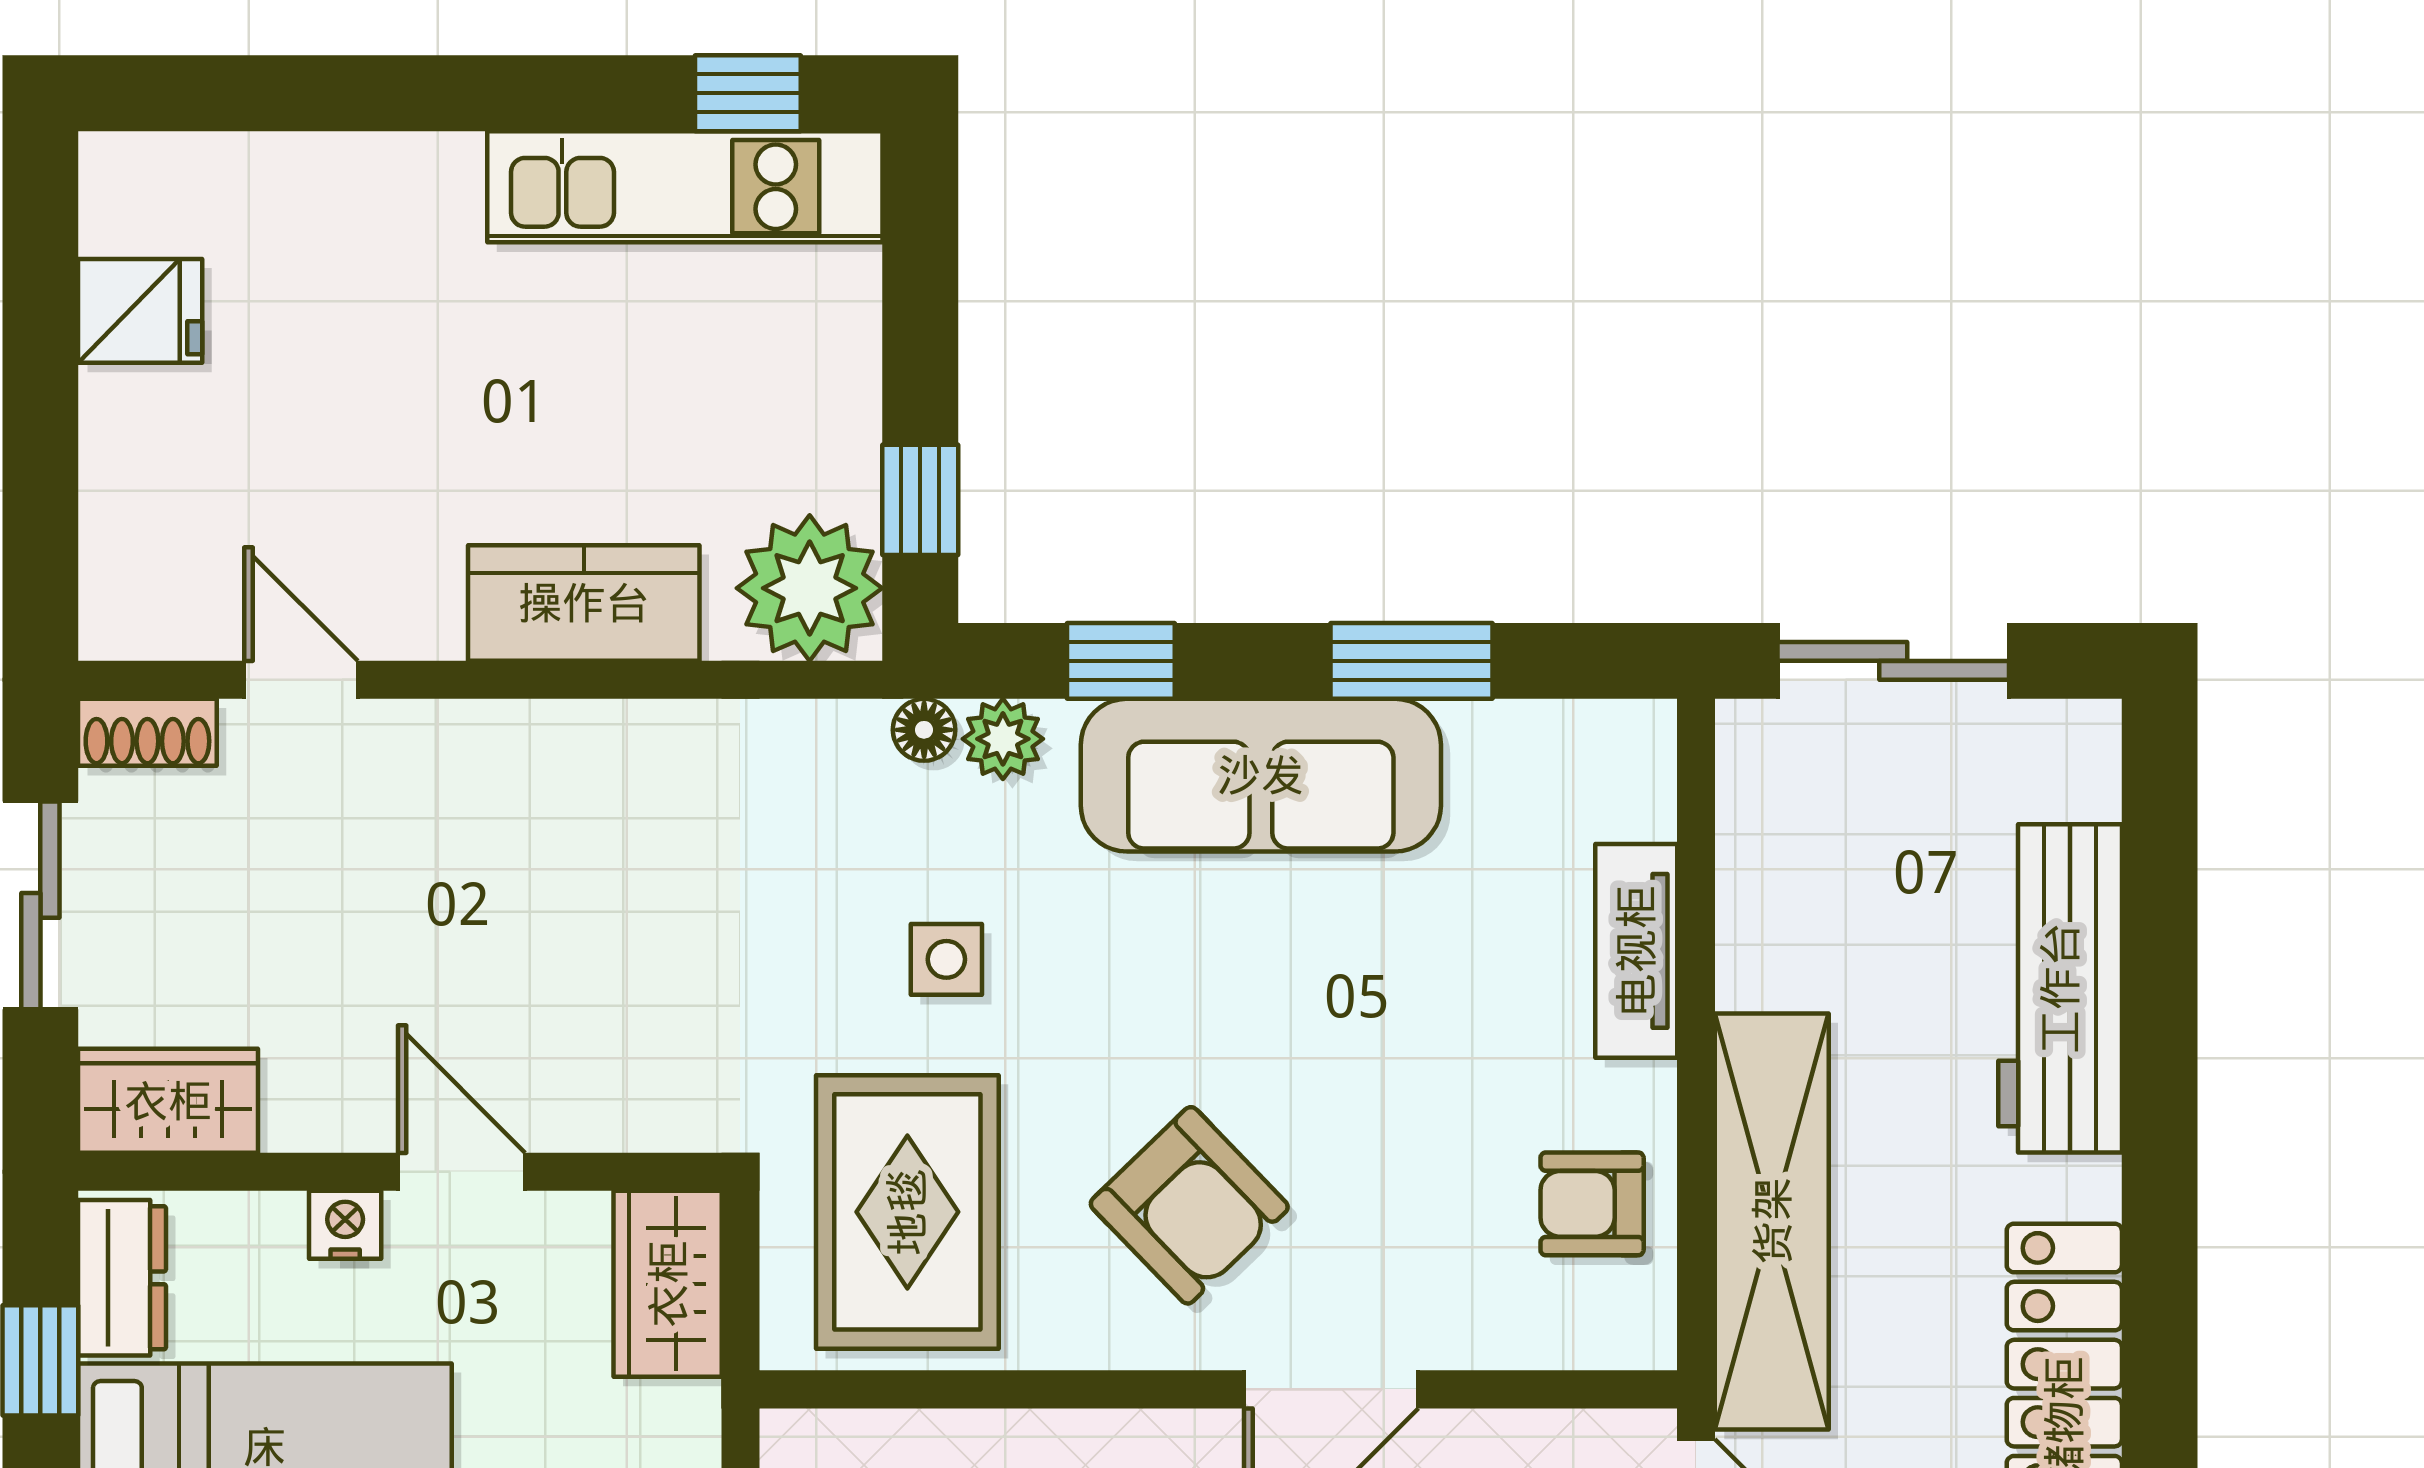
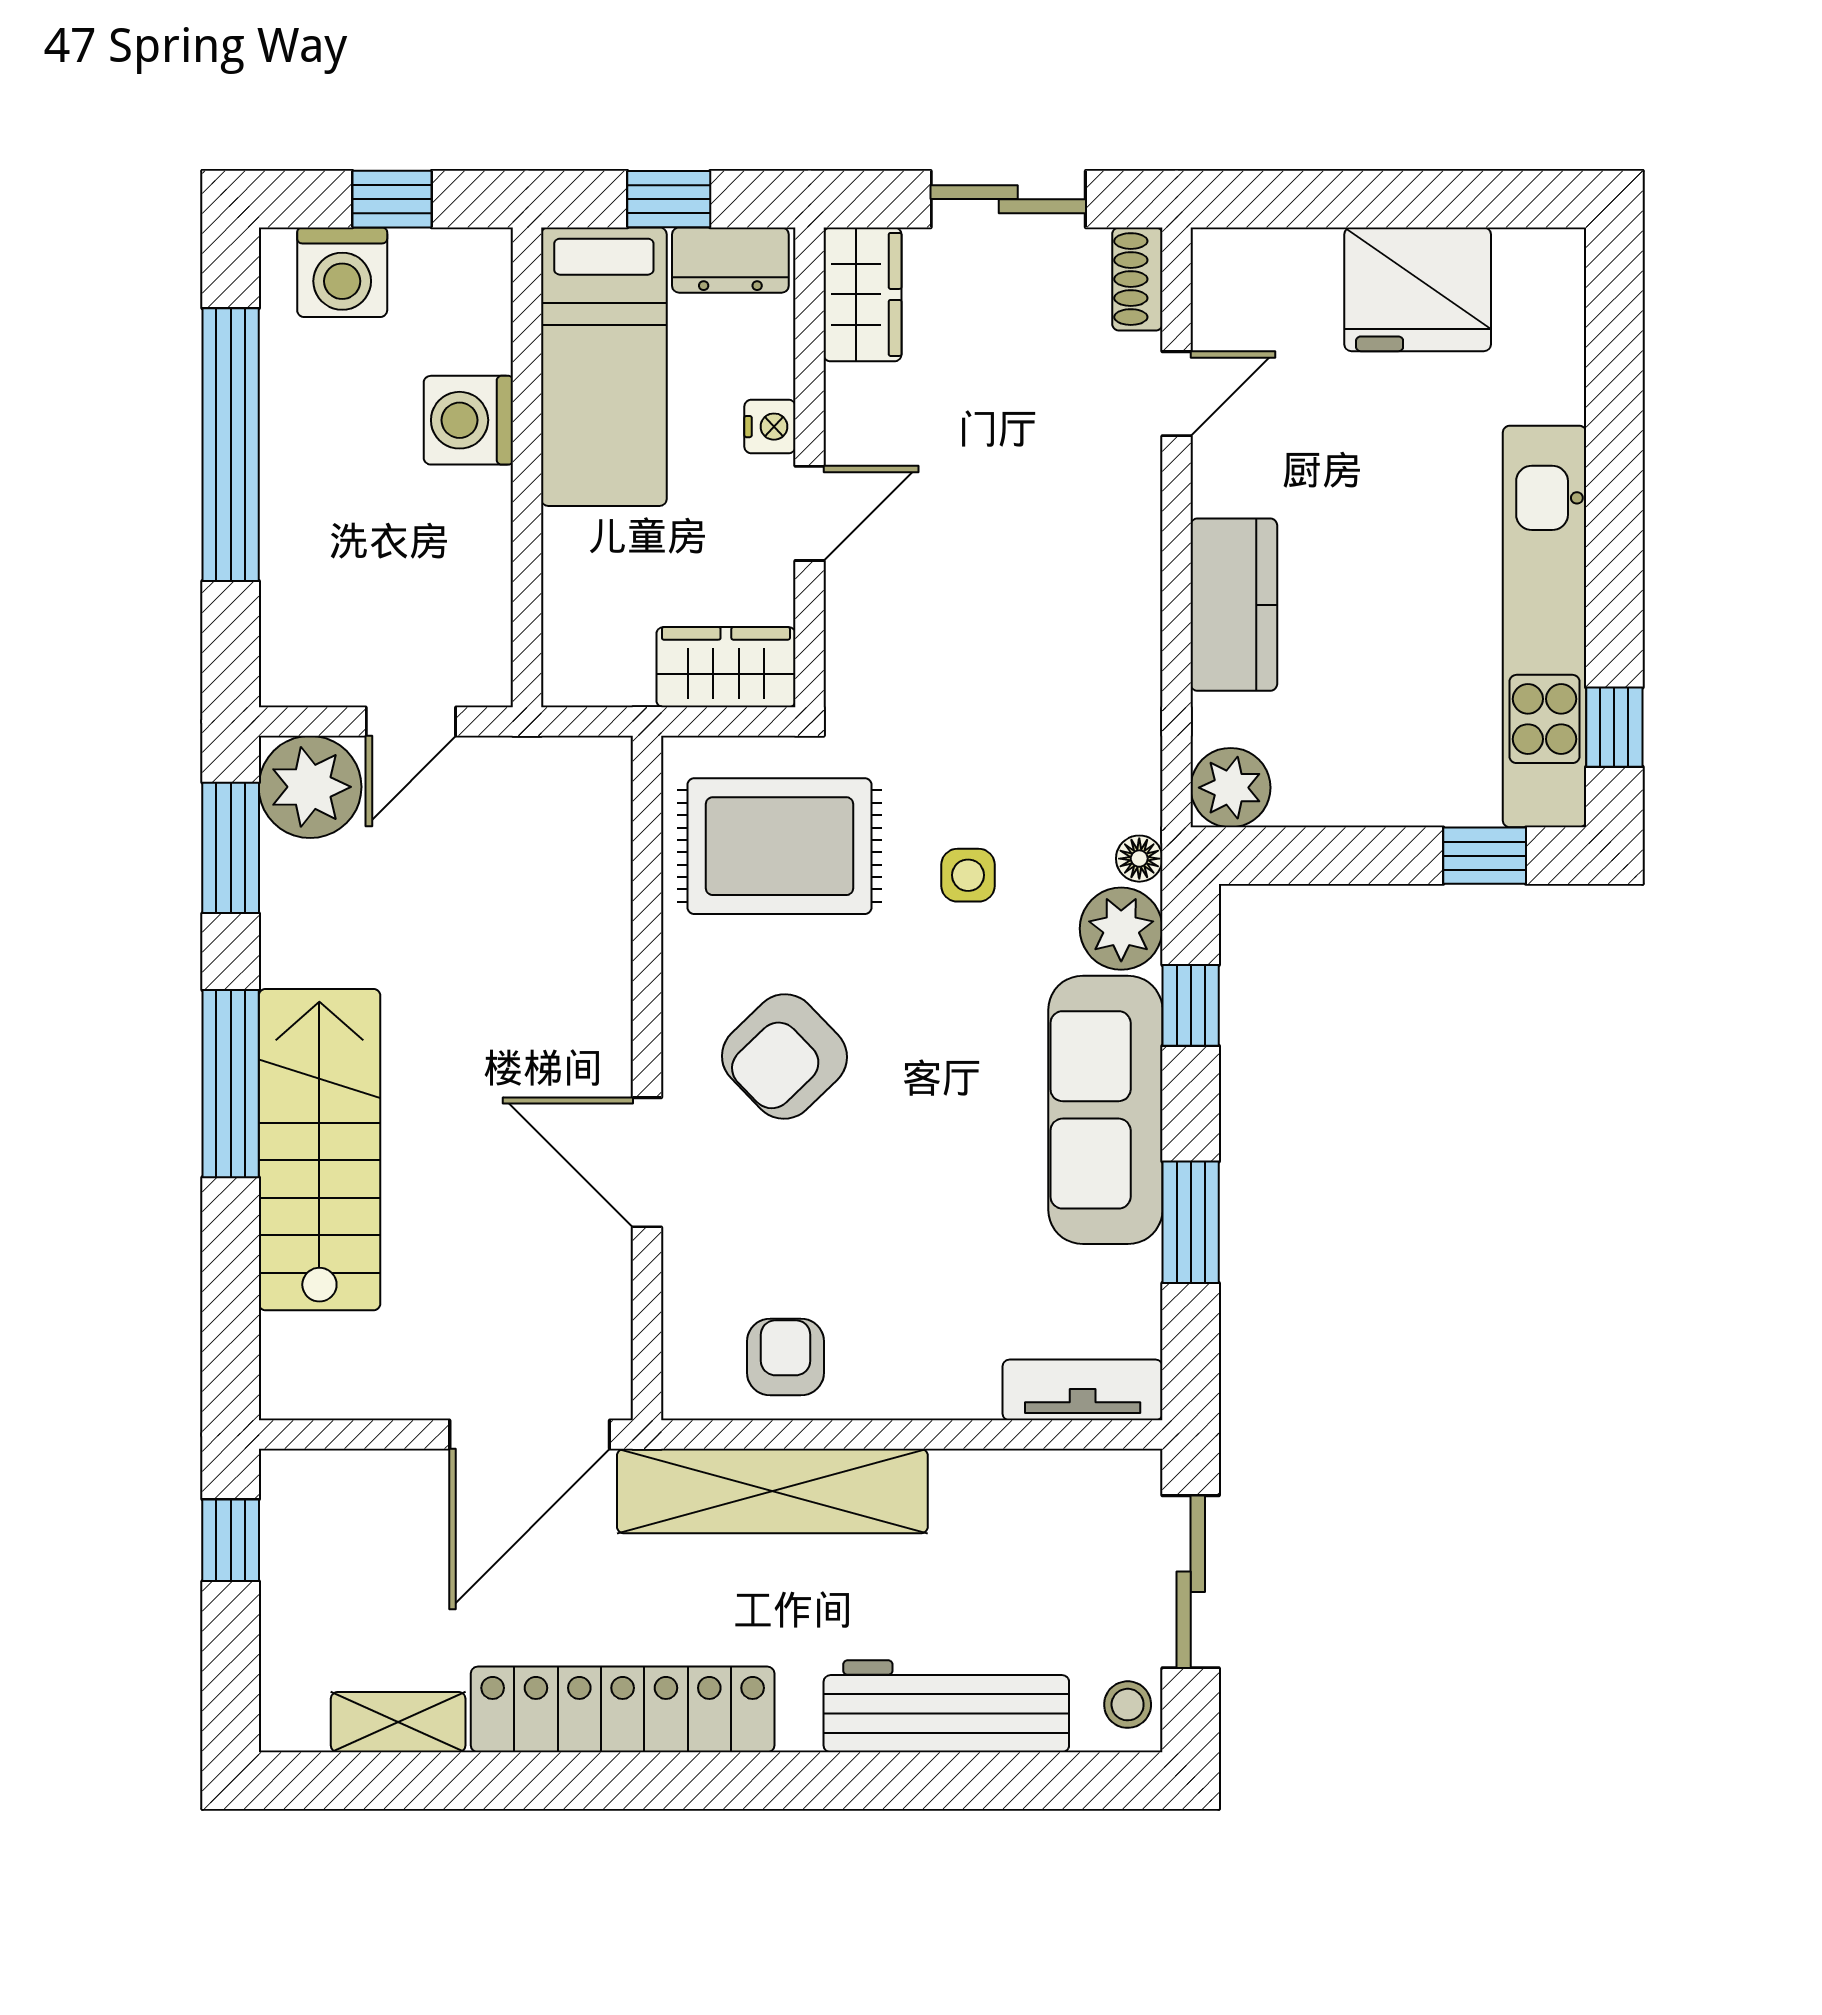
kitchen unit: (685, 187) -> (1545, 627), width x1.36
fridge: (140, 311) -> (1418, 289), width x1.88, depth x1.34
window: (920, 500) -> (1485, 856), moved
plant: (810, 588) -> (1231, 788), width x0.73, depth x0.73
plant: (1003, 739) -> (1121, 929), width x1.38, depth x1.38
stool: (2058, 745) -> (1128, 1705), added
tv unit: (1636, 951) -> (1083, 1390), moved

